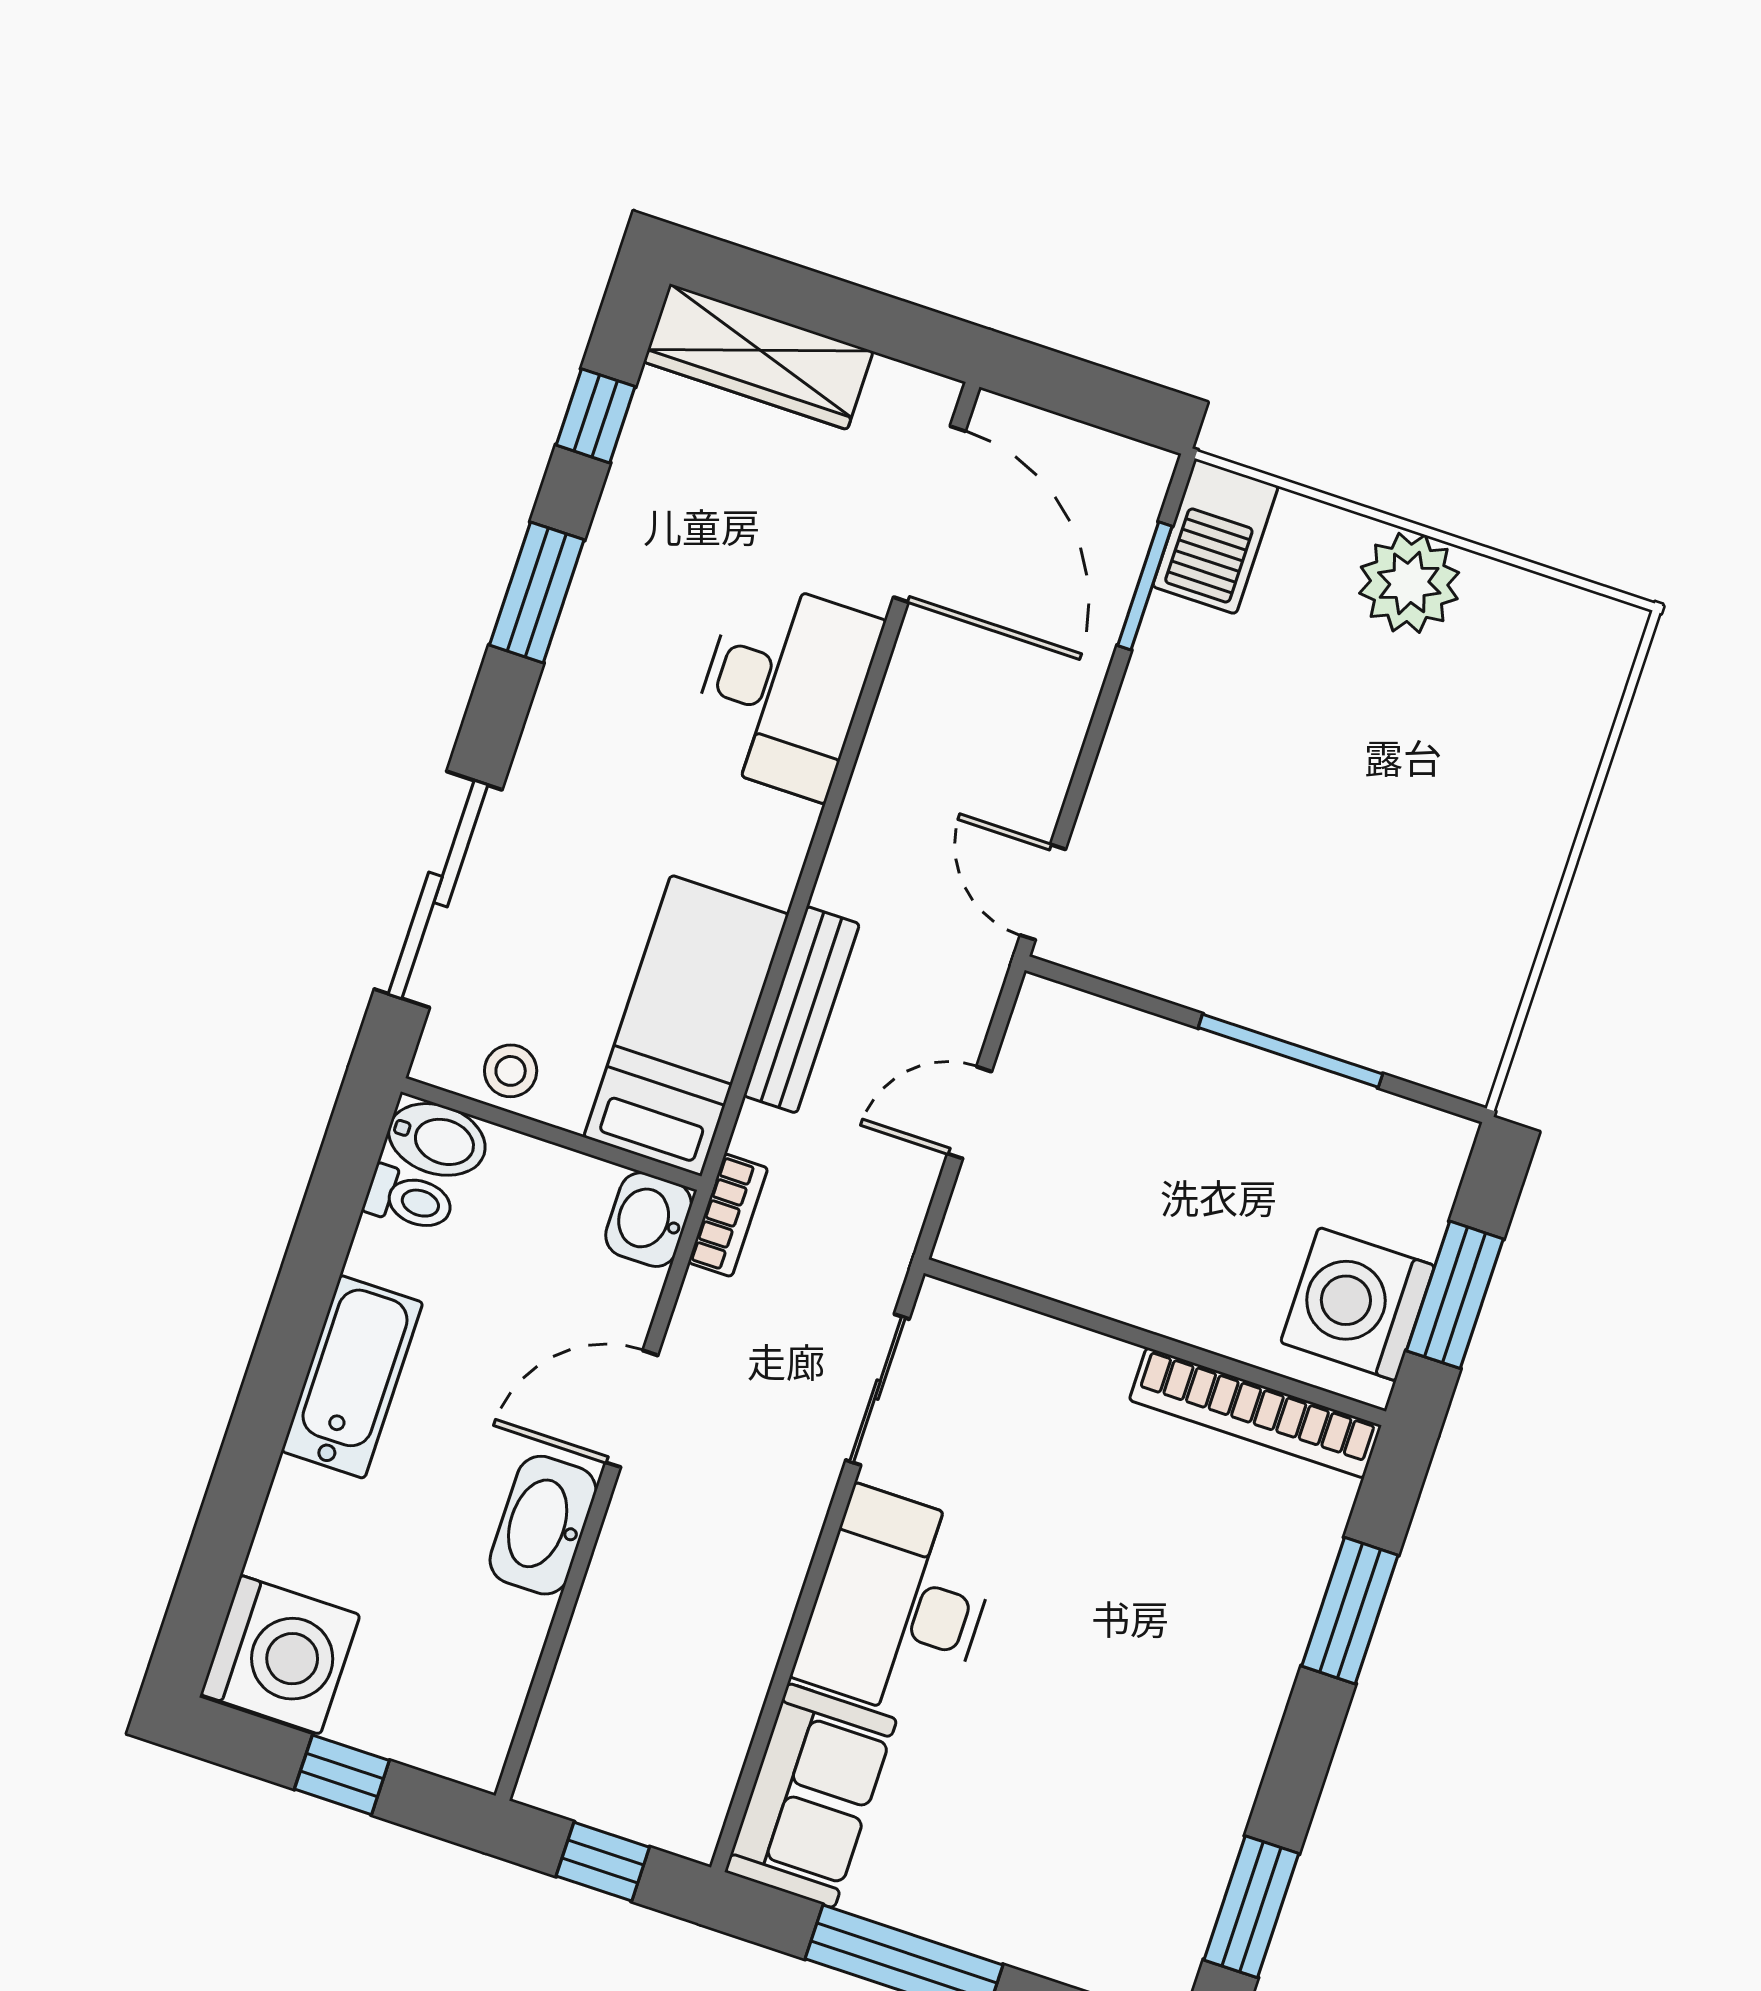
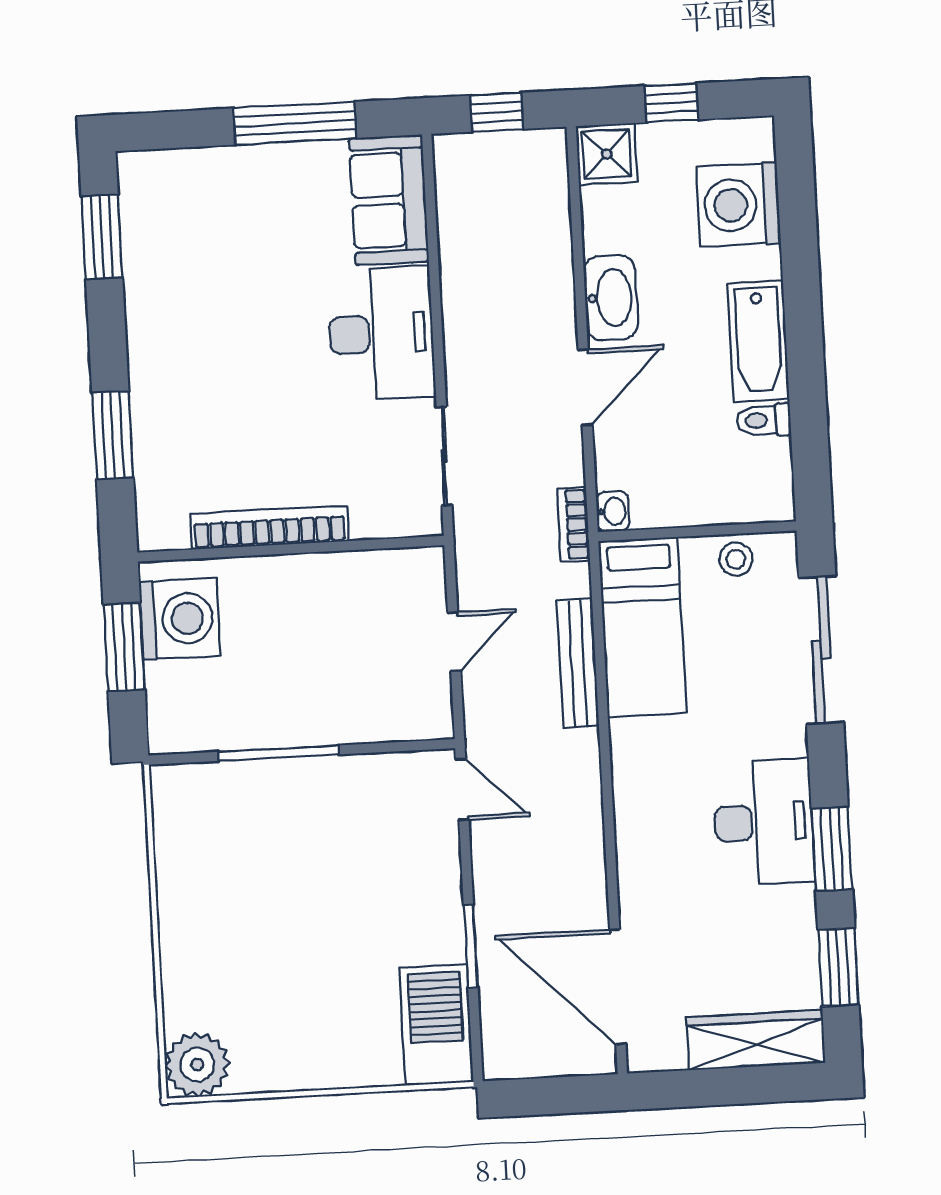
window: (596, 416) -> (838, 967), width x1.50
barbecue: (1215, 536) -> (436, 1025), width x1.37, depth x1.21
plant: (1409, 583) -> (197, 1065), moved
window: (1145, 586) -> (471, 946), moved
desk: (784, 688) -> (764, 822), moved, turned 180
bidet: (437, 1139) -> (764, 501), removed
toilet: (409, 1199) -> (764, 420), moved
washbasin: (649, 1220) -> (613, 511), width x0.72, depth x0.69
bookcase: (1255, 1413) -> (270, 528), moved
washing machine: (280, 1655) -> (739, 205), moved
shower: (466, 1737) -> (607, 154), added

